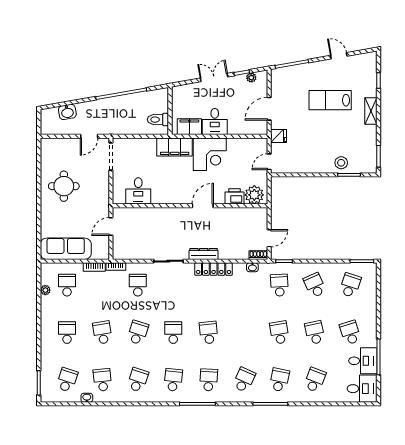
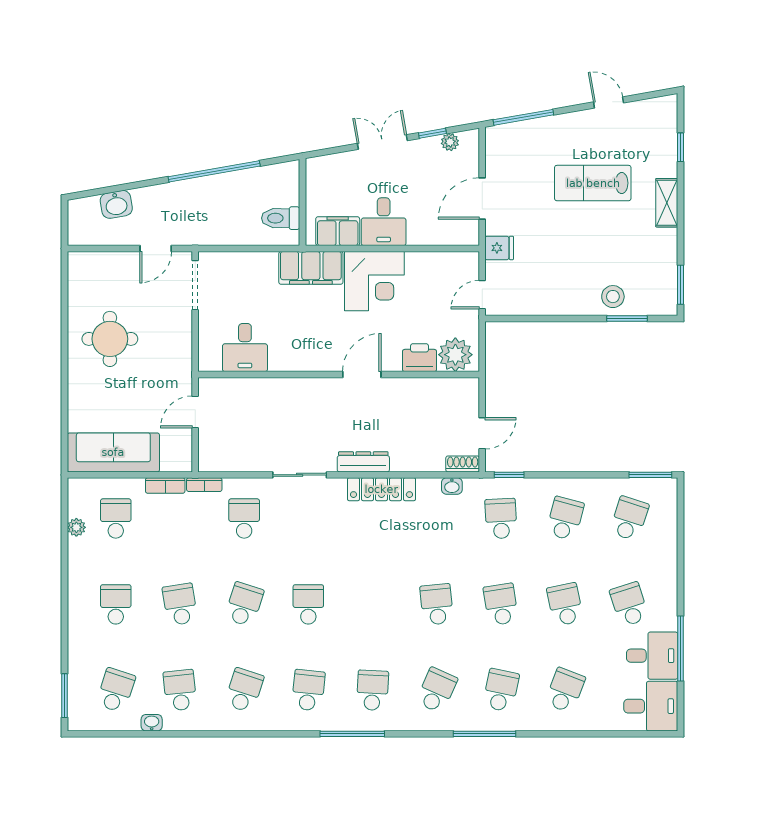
school desk: (315, 285) -> (565, 518), turned 39
school desk: (209, 333) -> (437, 604), moved

